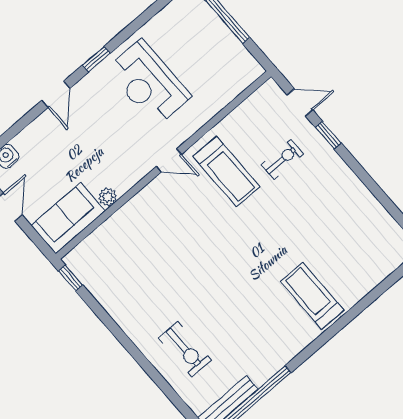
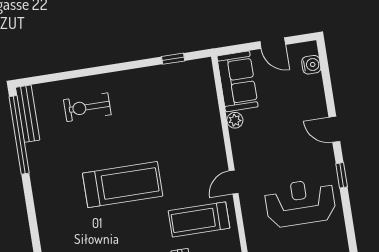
window: (71, 278) -> (173, 59), moved
treadmill: (312, 296) -> (123, 185), moved, width x1.37, depth x1.38

